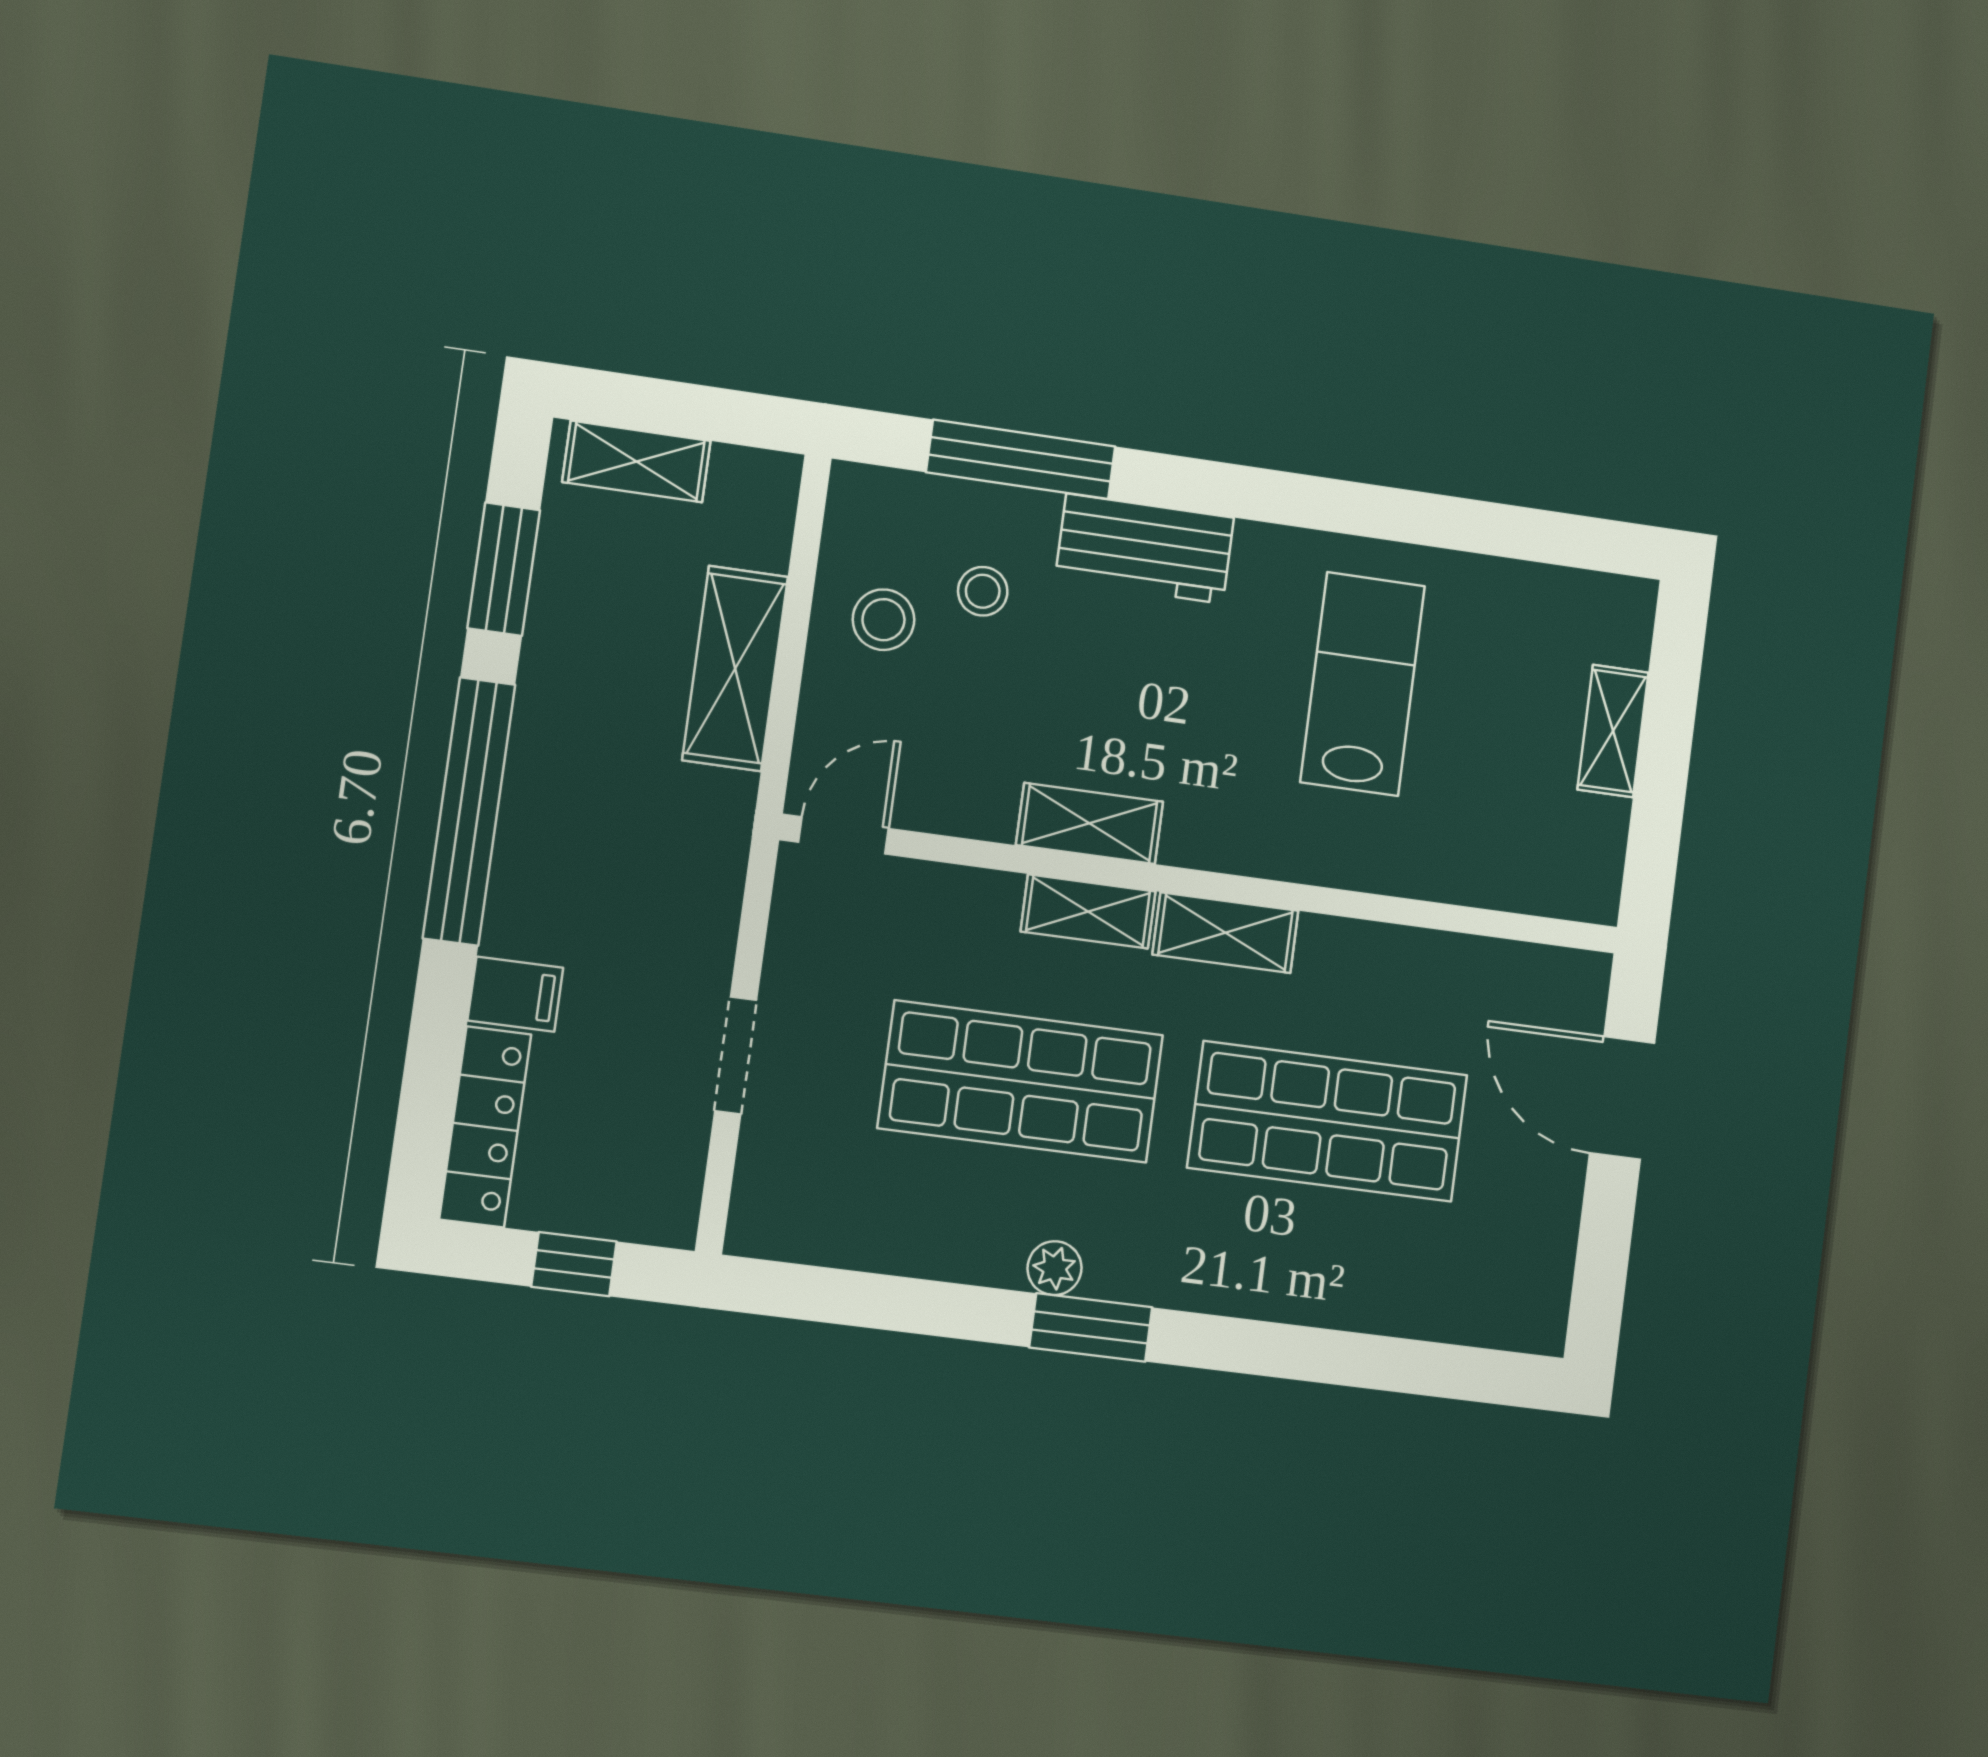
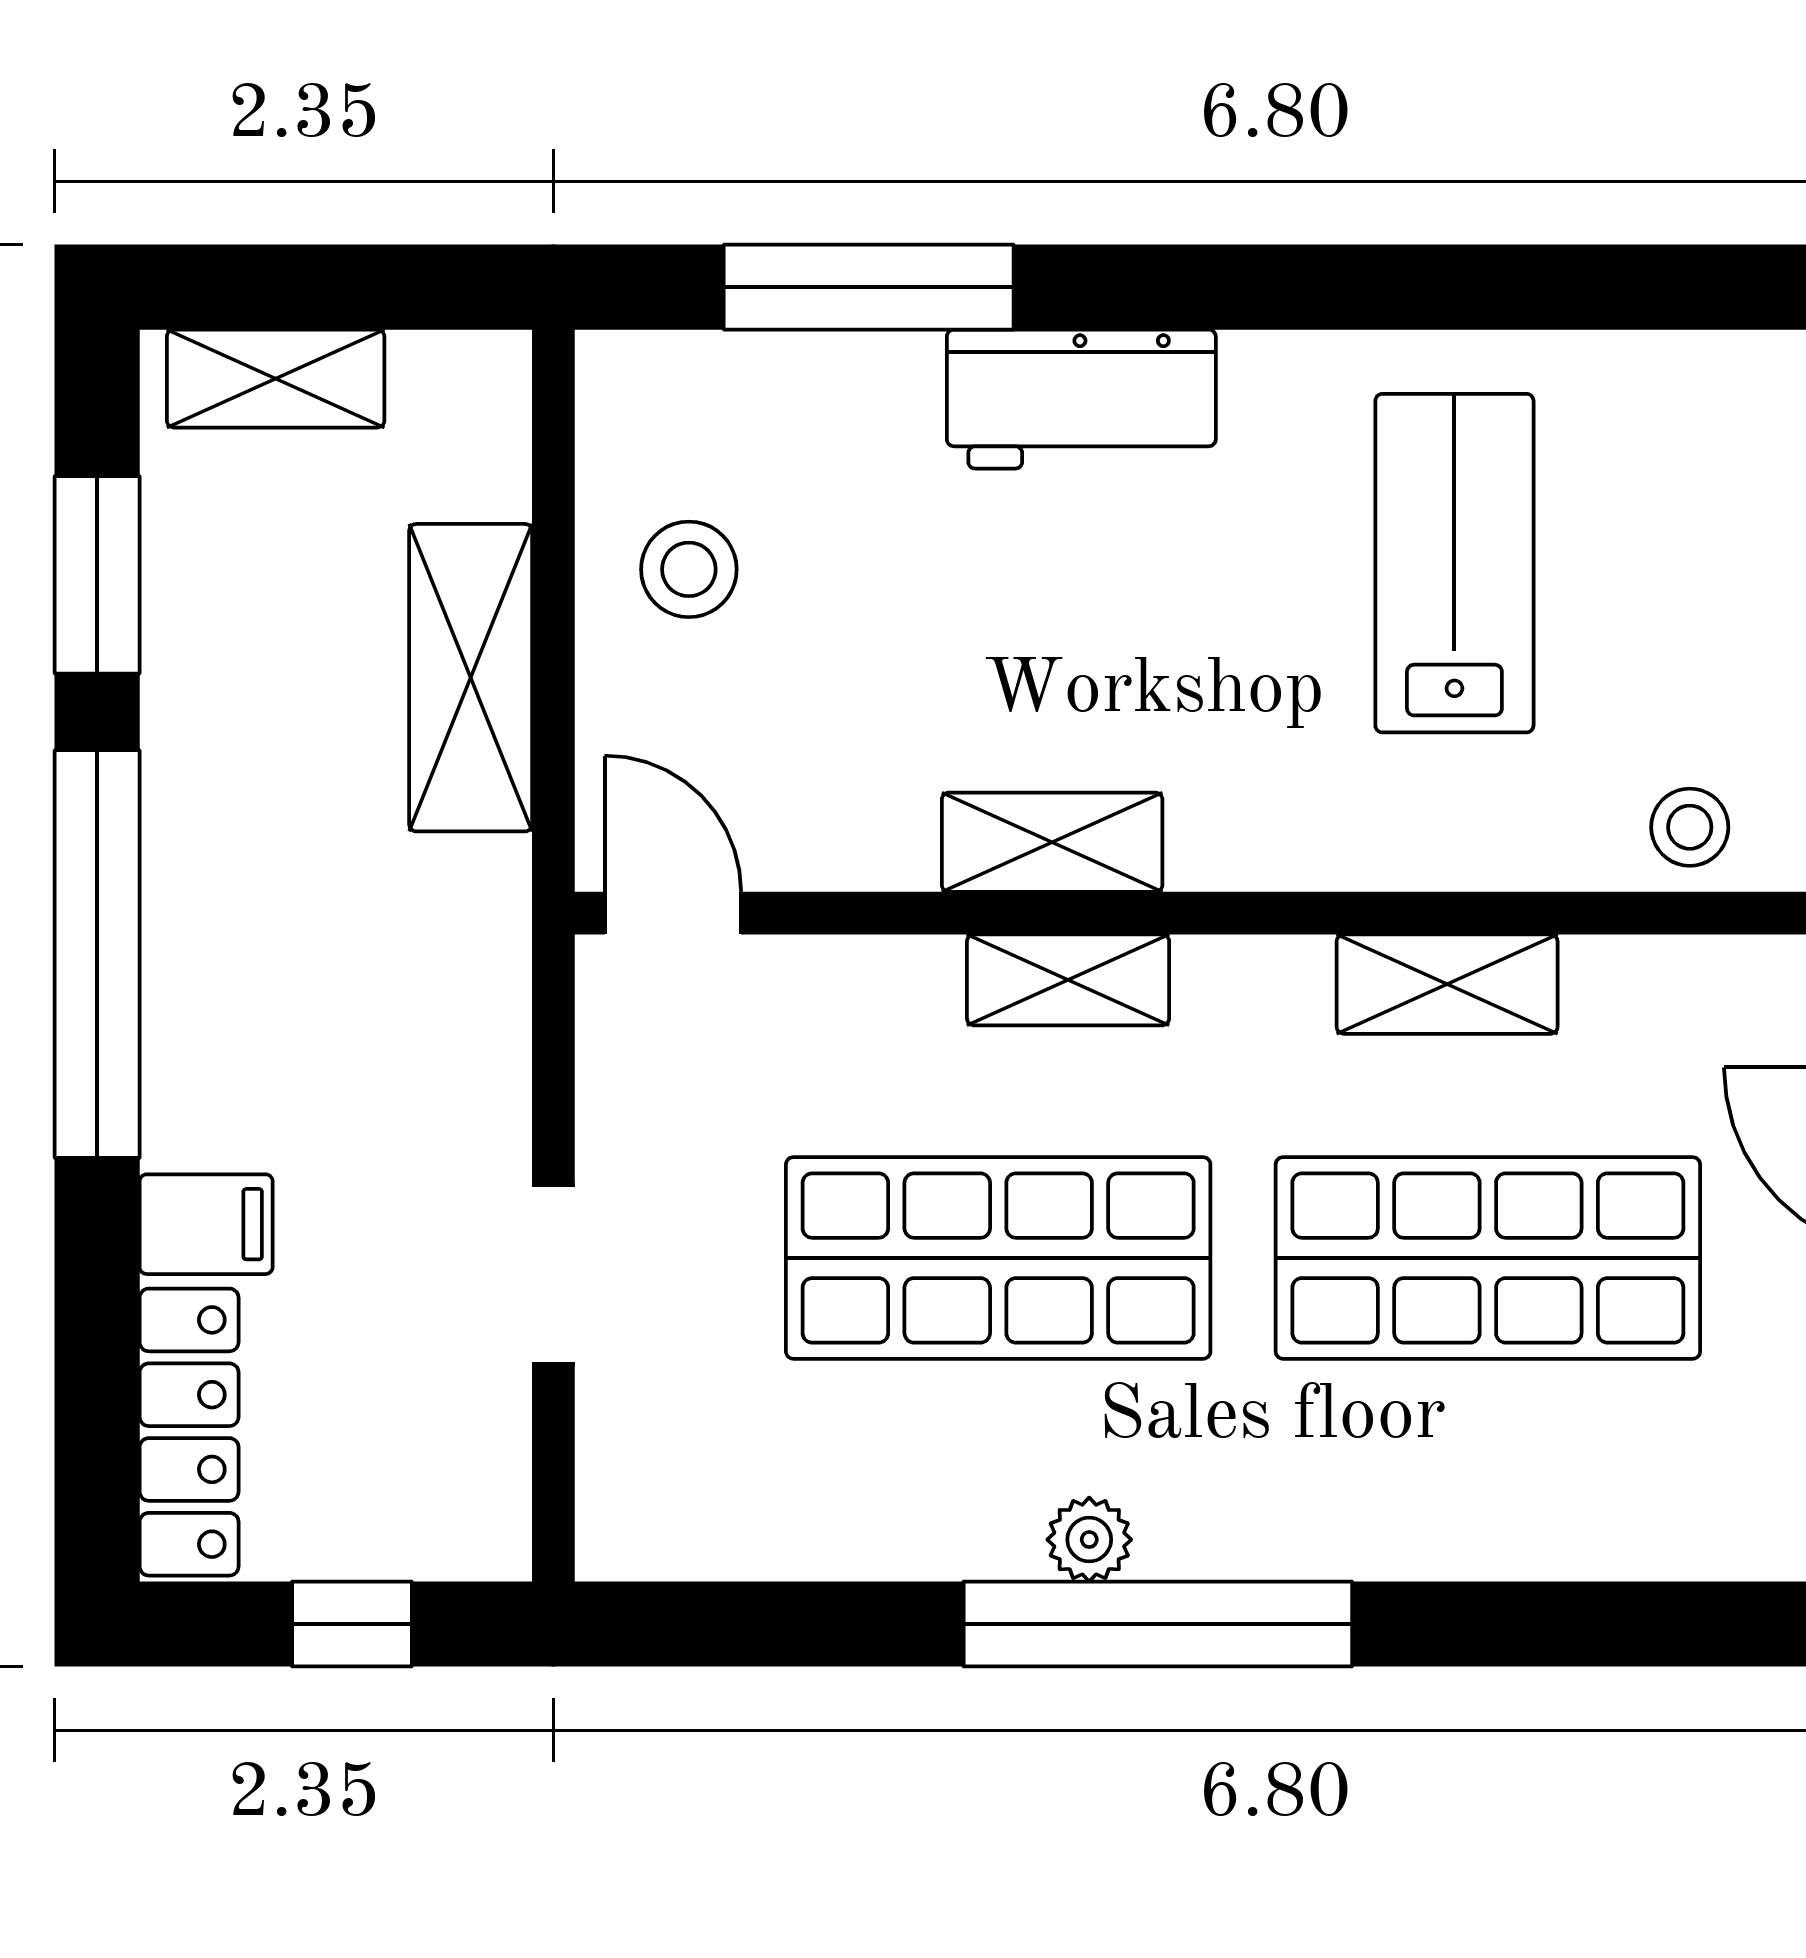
stool: (983, 591) -> (1690, 827), moved
door: (844, 835) -> (673, 913), hinge flipped
shelving: (1225, 933) -> (1447, 984), moved
window: (1091, 1327) -> (1158, 1624), width x2.11

